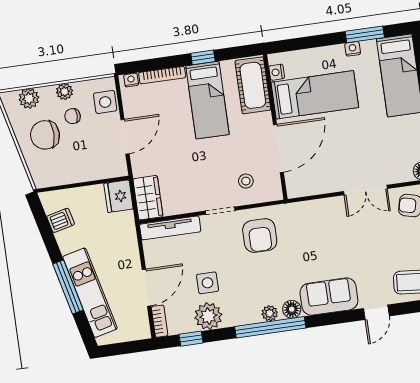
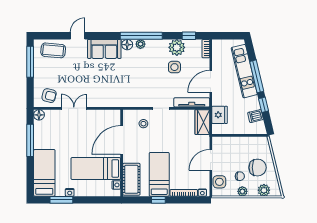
fridge: (119, 196) -> (219, 115), moved
armchair: (260, 236) -> (140, 91), removed
window: (50, 241) -> (264, 105), added
door: (146, 288) -> (211, 81), moved

